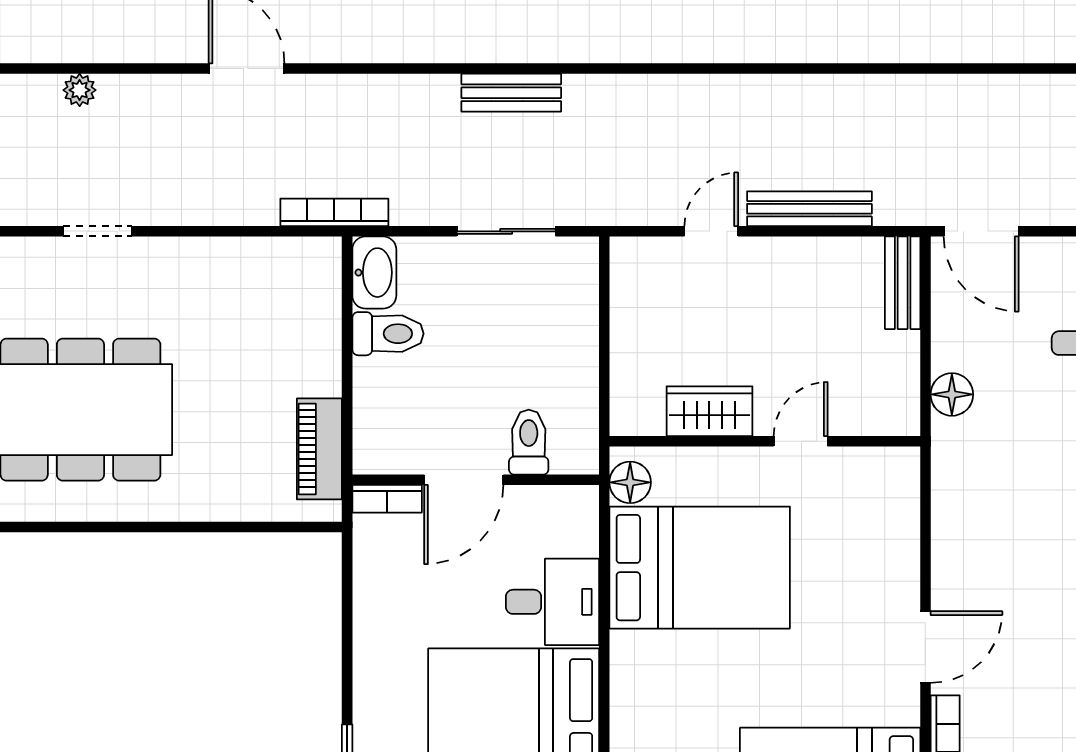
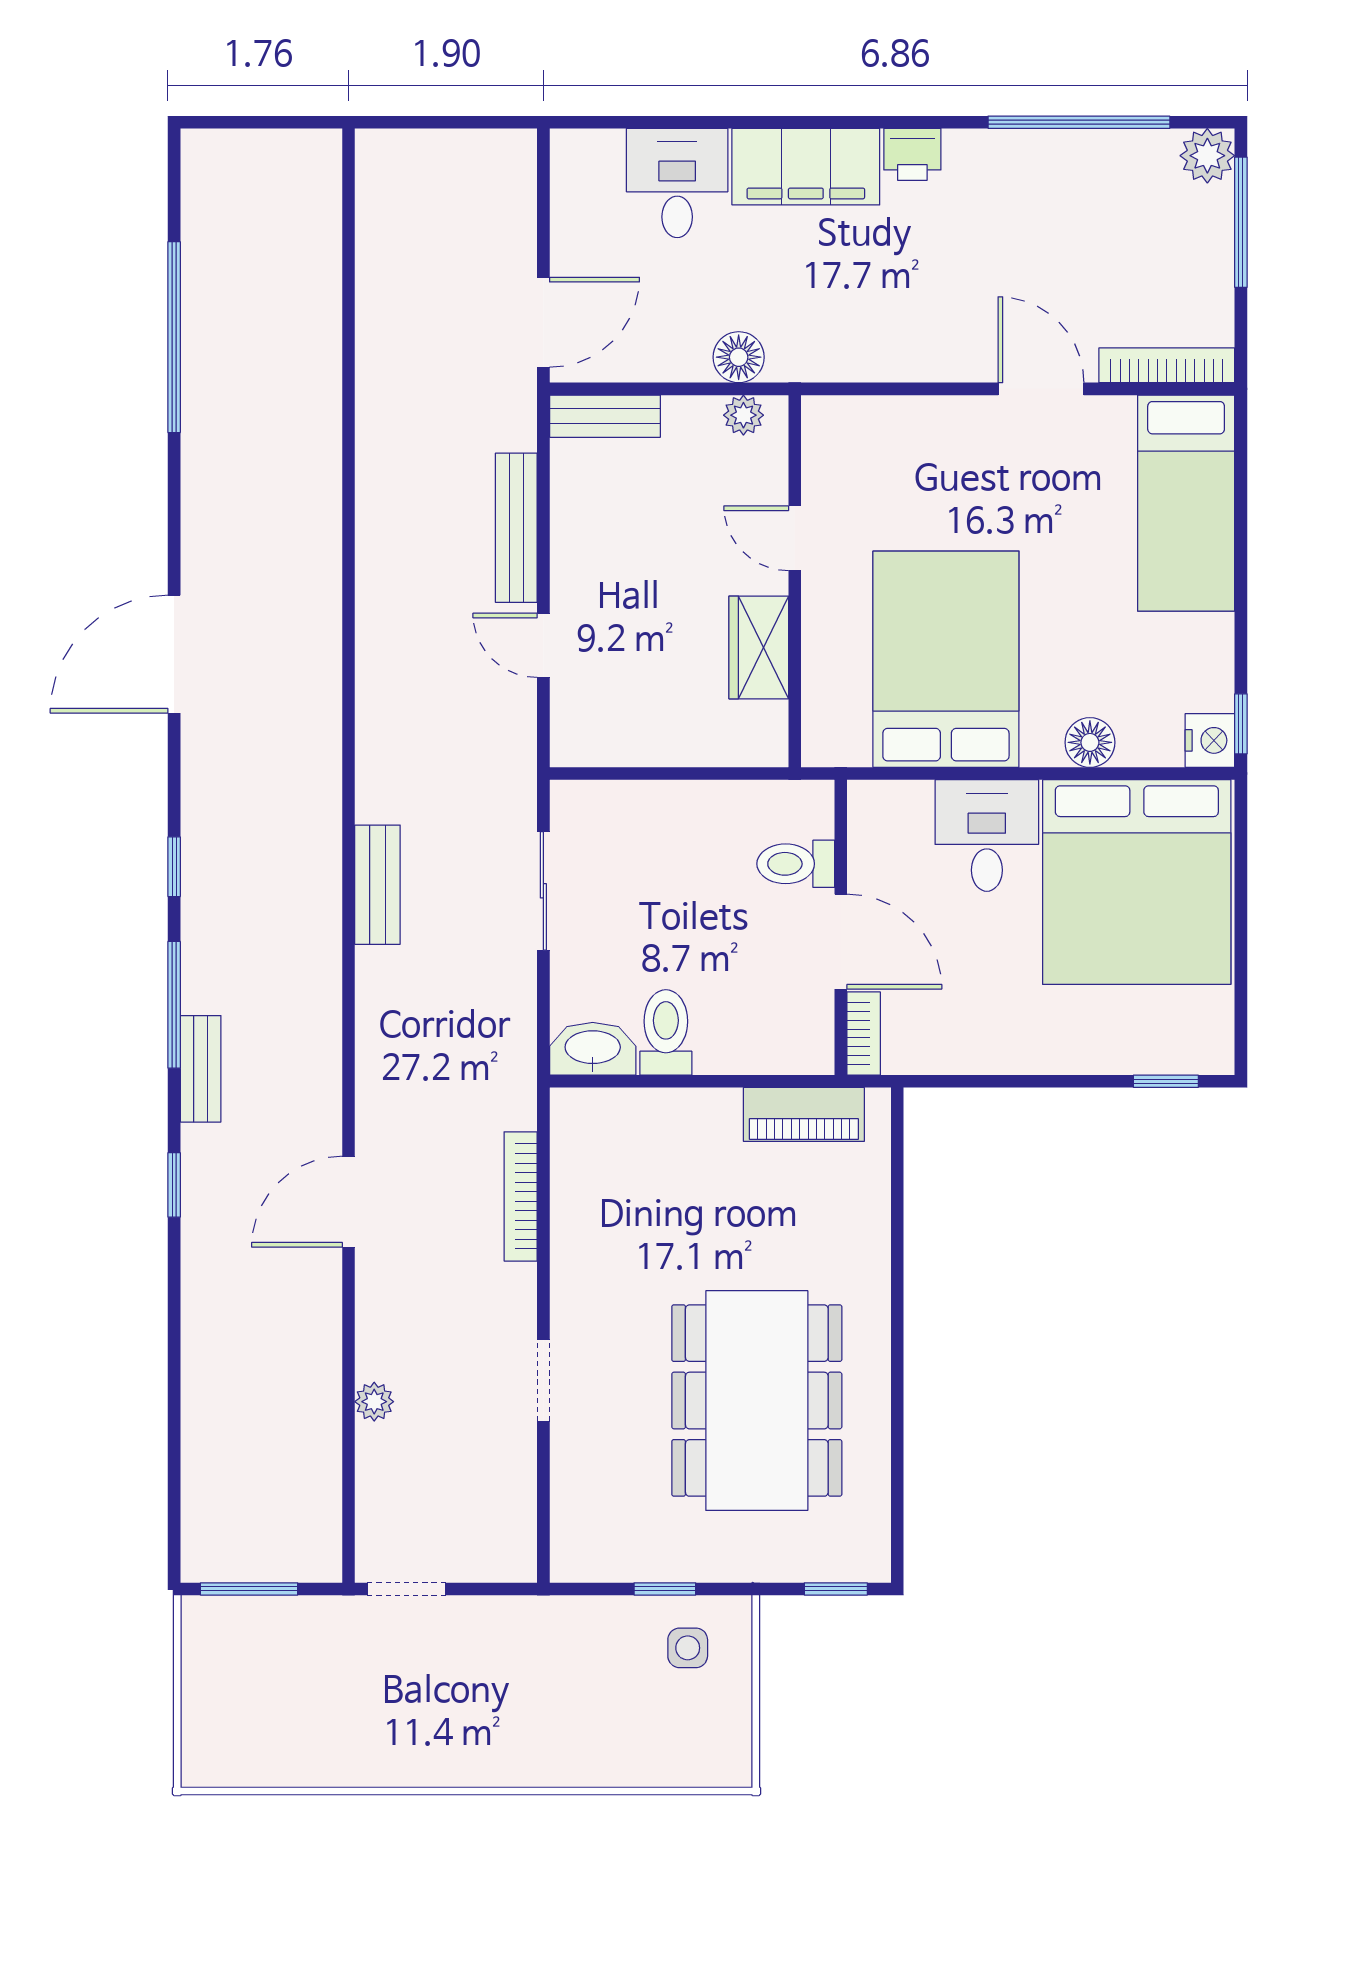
bookcase: (334, 212) -> (521, 1196), moved
plant: (904, 399) -> (743, 415), added
floor lamp: (630, 482) -> (1090, 742), moved

